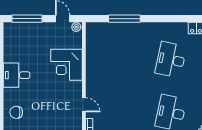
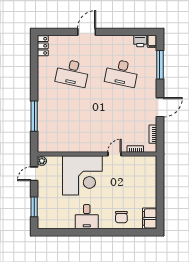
window: (27, 19) -> (34, 207), width x0.69
corner desk: (67, 65) -> (82, 175), width x1.36, depth x1.36

